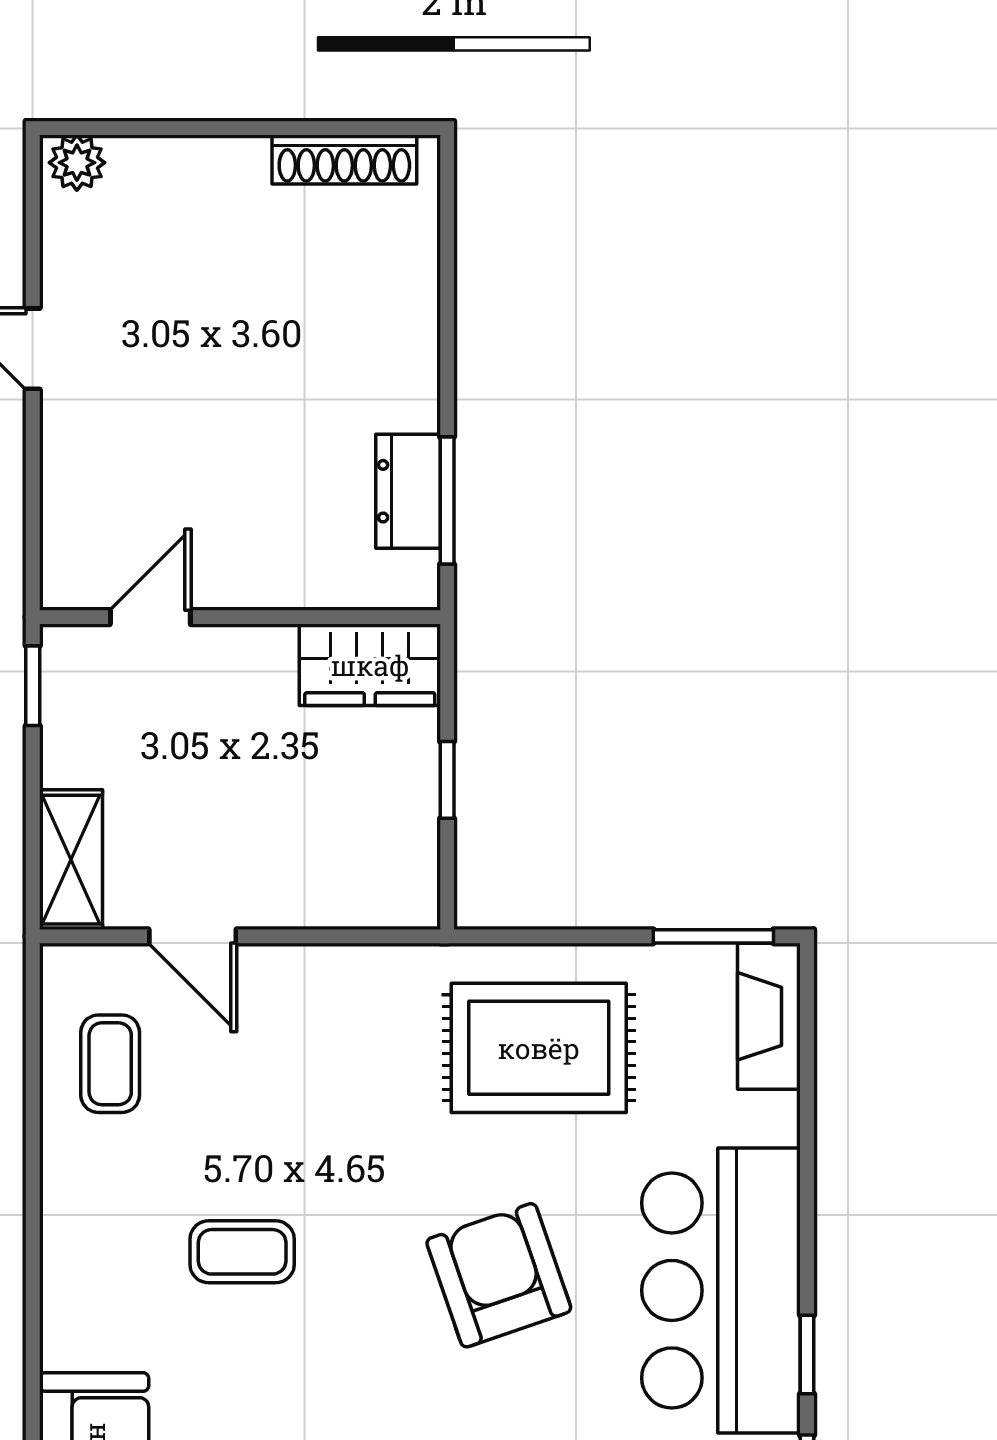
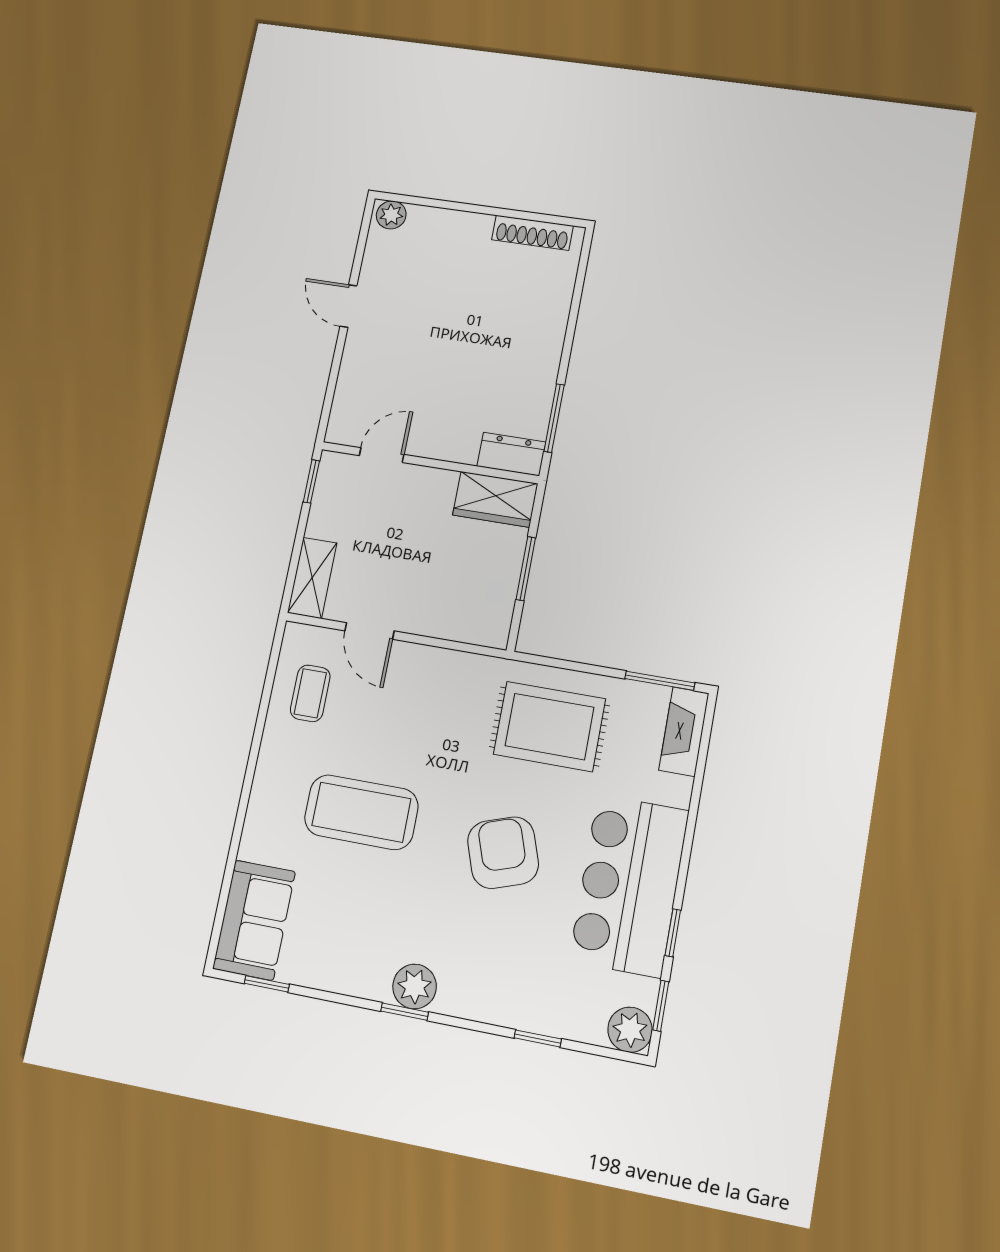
dresser: (408, 491) -> (511, 454), moved, turned 90
window: (447, 780) -> (526, 569), width x1.50
coffee table: (242, 1252) -> (361, 812), width x1.86, depth x1.72

